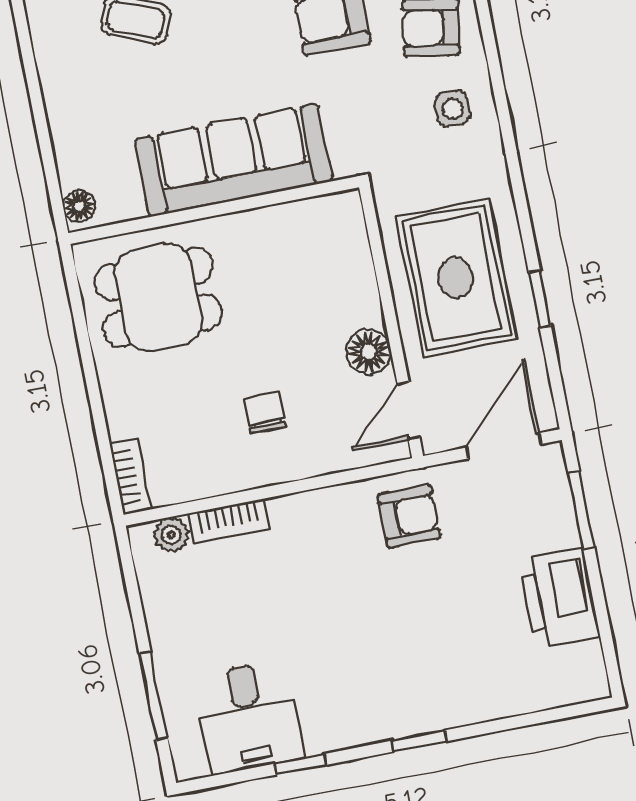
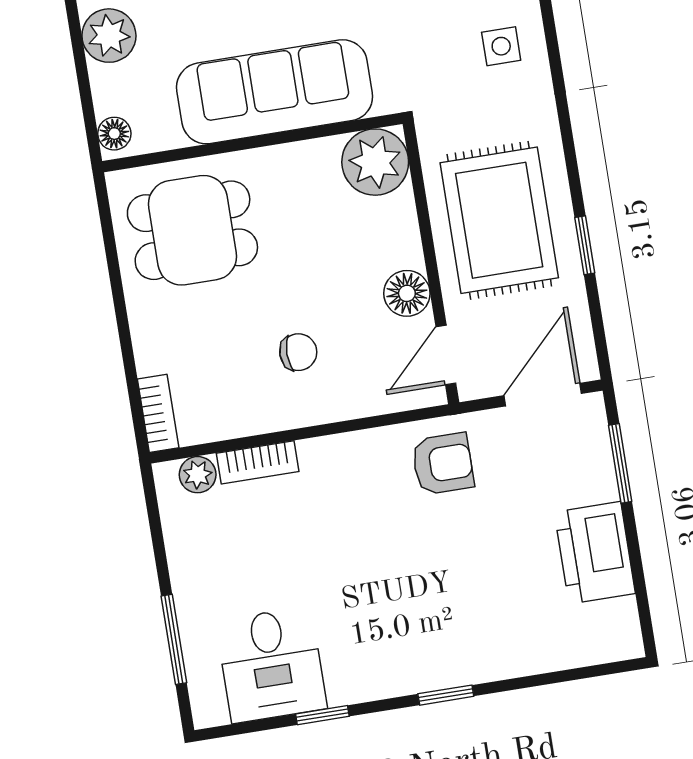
plant: (71, 111) -> (109, 36), added
plant: (334, 225) -> (375, 162), added
chair: (265, 412) -> (298, 352), turned 90

